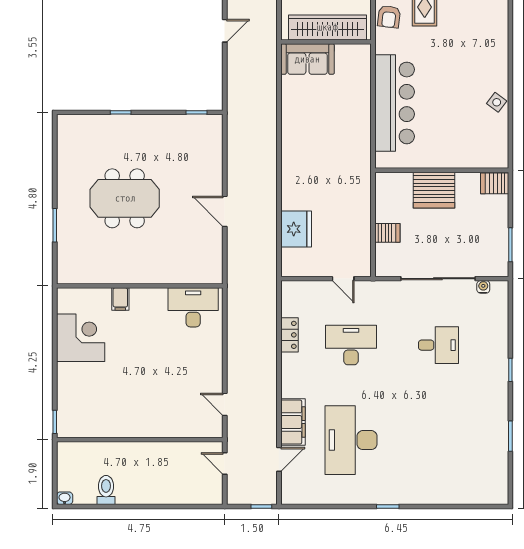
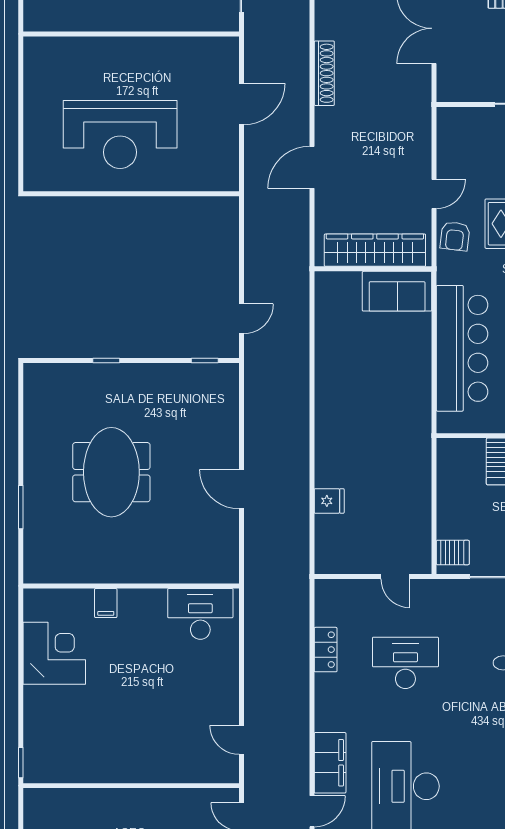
door: (225, 31) -> (241, 319), moved
sofa: (307, 59) -> (397, 291), moved
meeting table: (125, 198) -> (111, 472), turned 90
fridge: (296, 229) -> (329, 501), width x0.53, depth x0.75
server rack: (387, 233) -> (453, 553), moved

